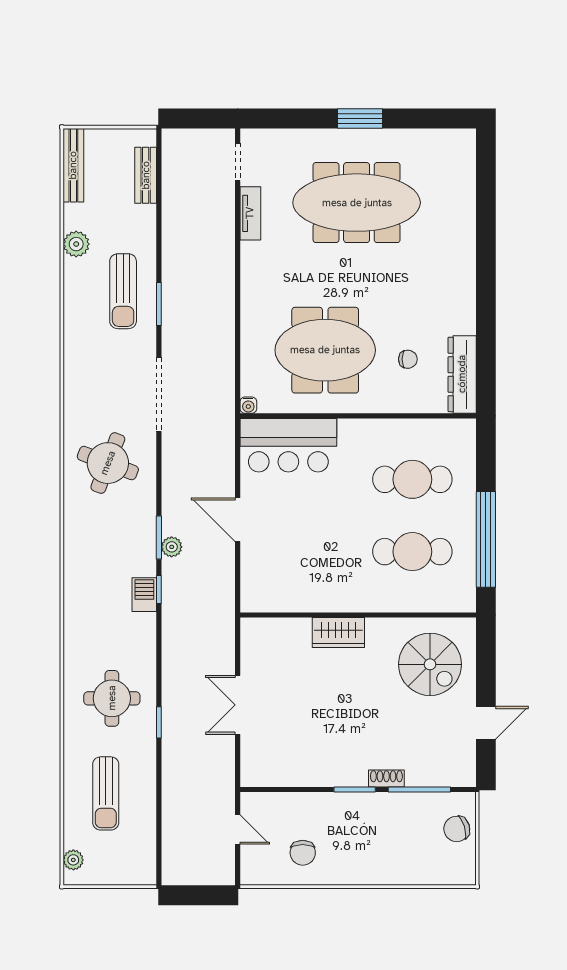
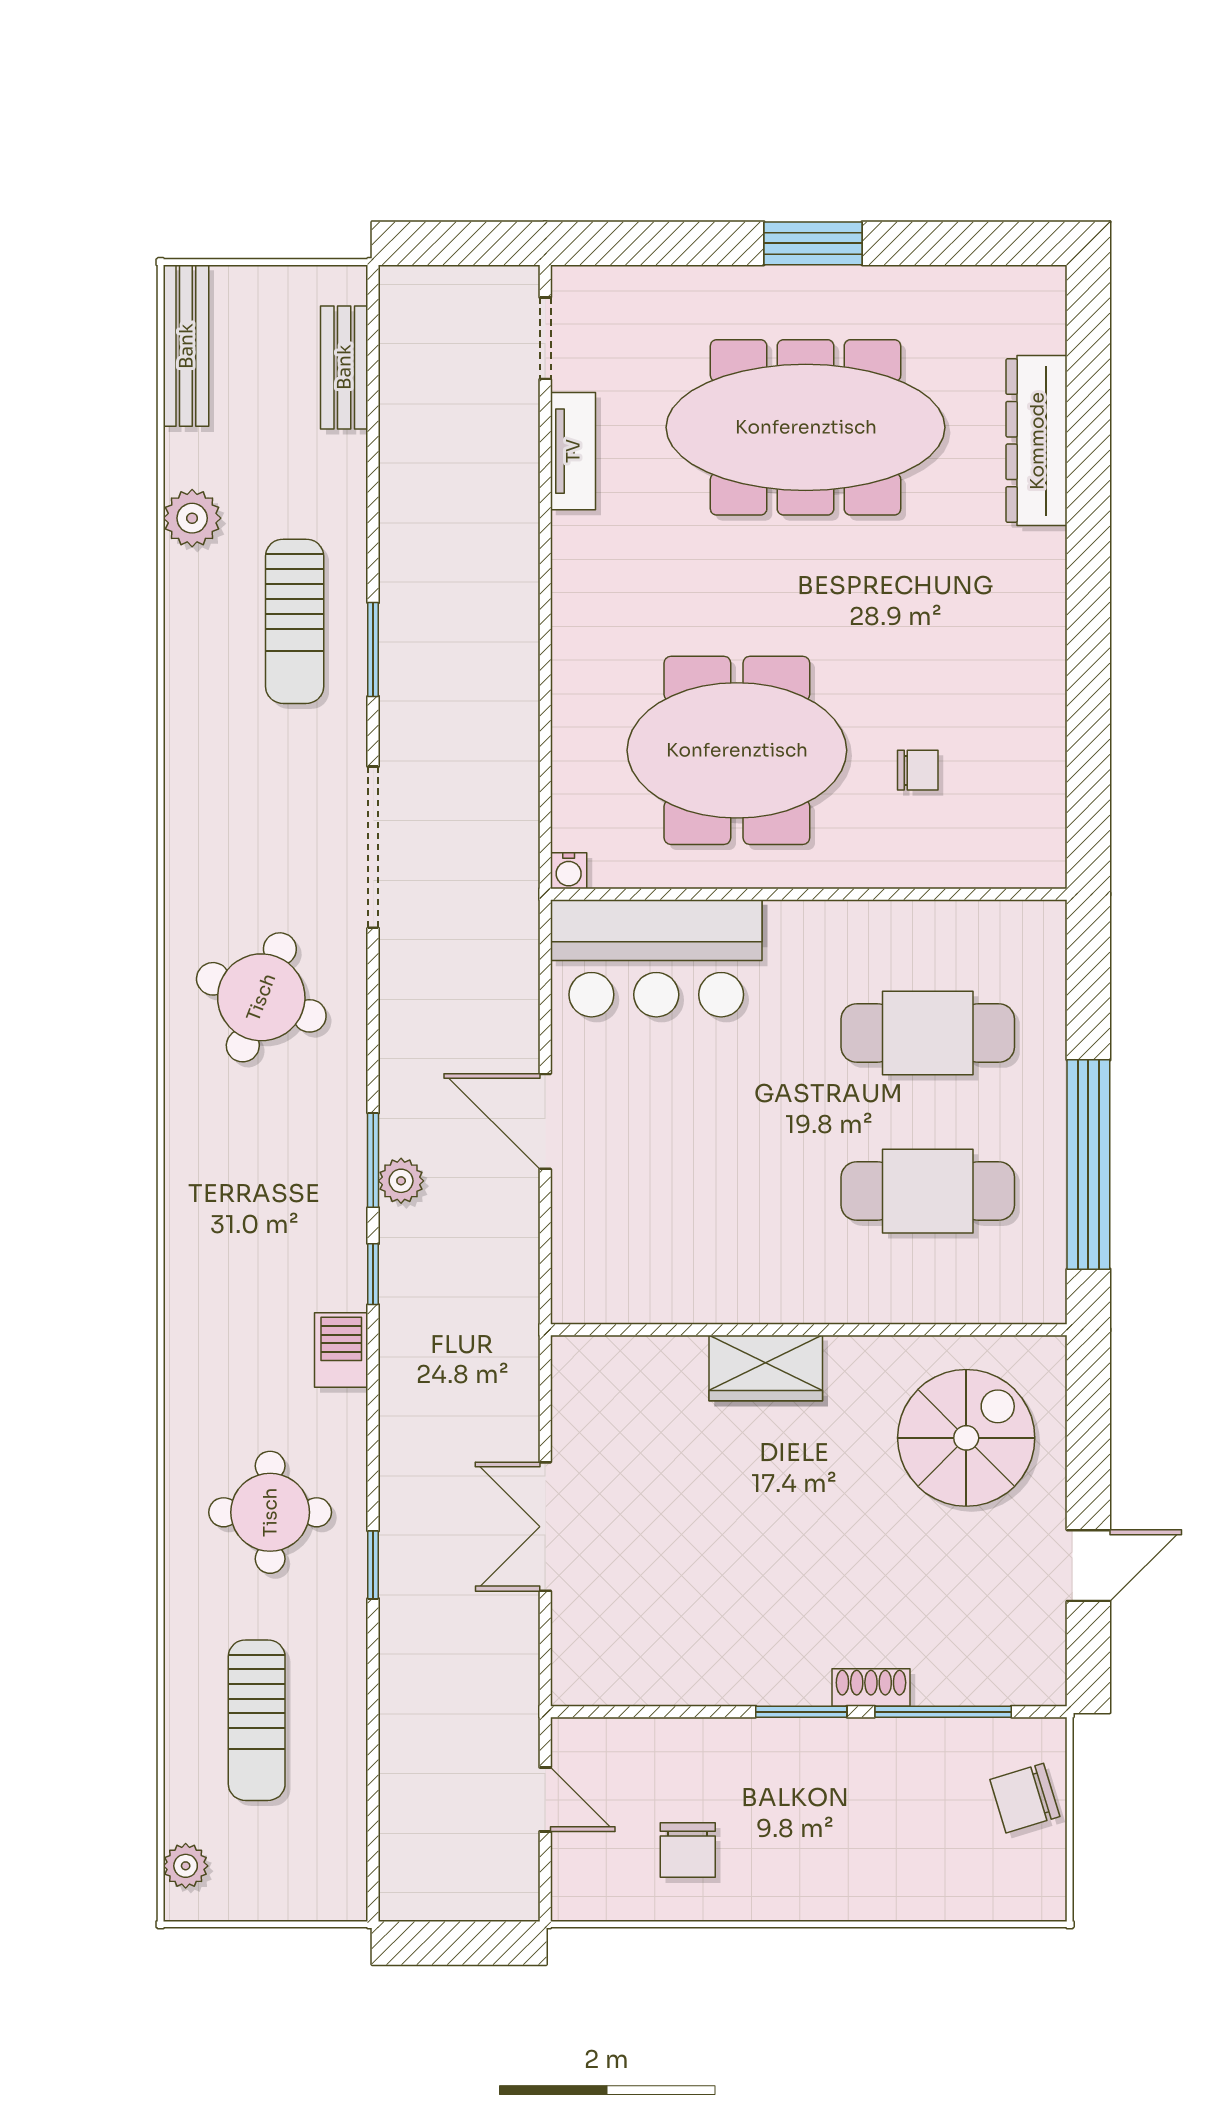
dresser: (462, 374) -> (1037, 441), moved
barbecue: (144, 595) -> (341, 1350), moved
spiral stairs: (430, 664) -> (966, 1438), turned -90

